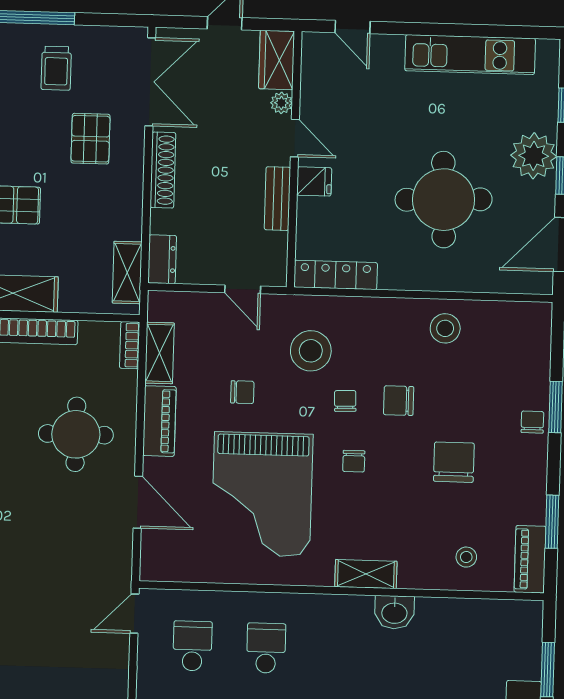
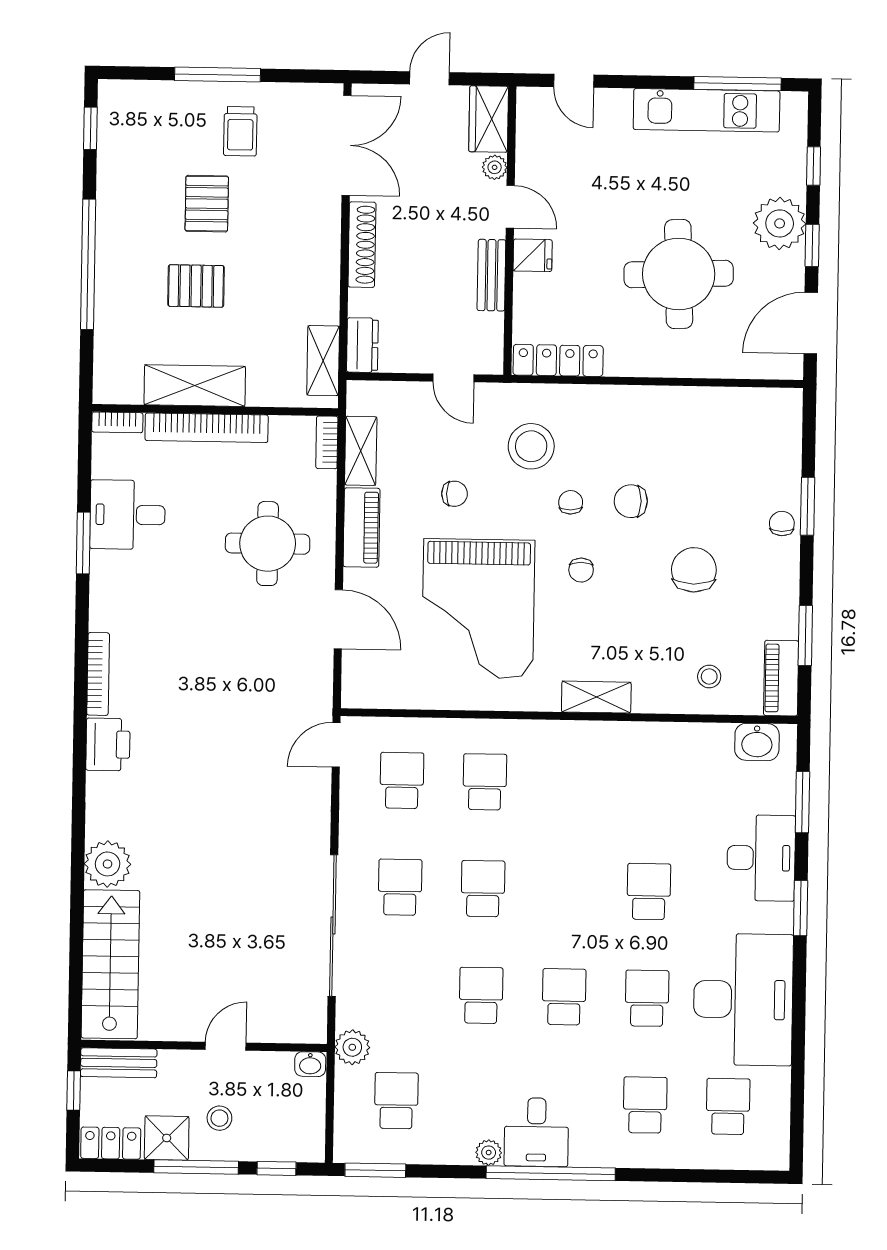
window: (498, 31) -> (737, 84), added
pallet: (90, 139) -> (207, 204), moved
stool: (445, 328) -> (682, 419), removed
washbasin: (394, 612) -> (757, 742), moved

